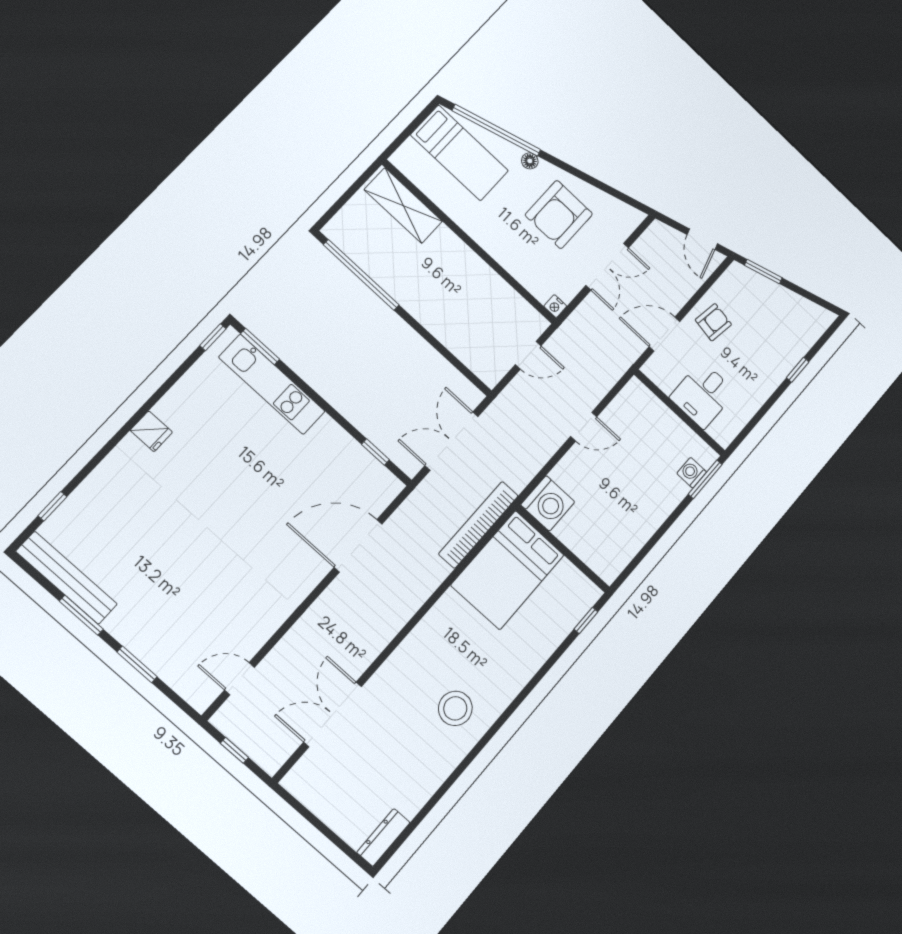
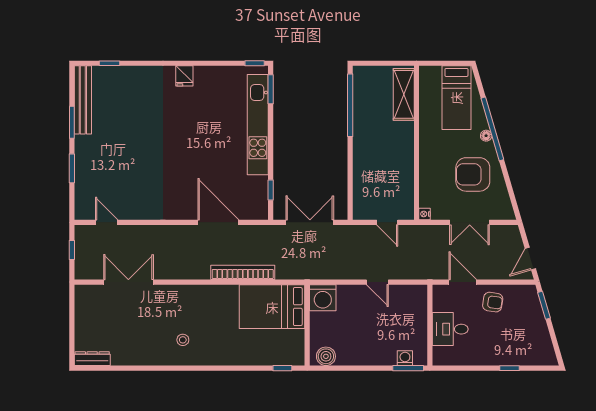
window: (497, 130) -> (492, 129), moved
kitchen unit: (272, 384) -> (258, 125), width x1.36
bookcase: (478, 525) -> (243, 272), moved
boiler: (615, 559) -> (326, 356), added
stool: (455, 708) -> (183, 340), width x0.53, depth x0.53

